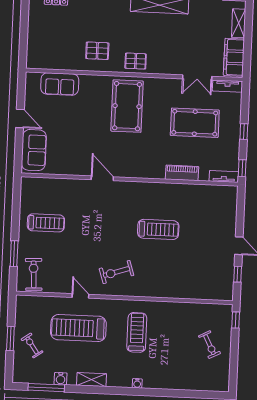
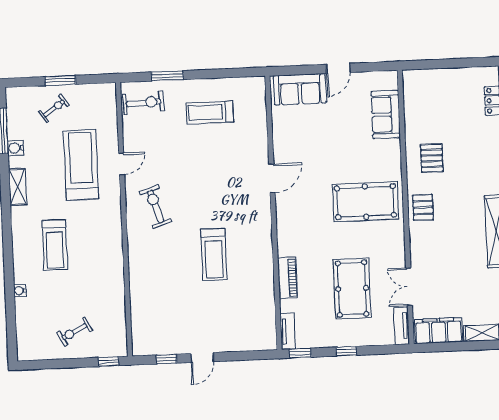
treadmill: (46, 223) -> (210, 112), turned 90
treadmill: (137, 332) -> (55, 245), moved, turned 90
water cooler: (137, 383) -> (20, 291), moved

